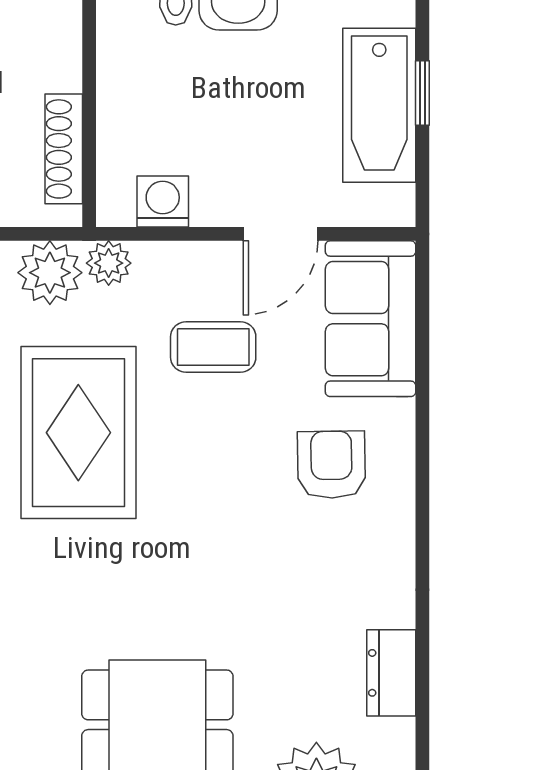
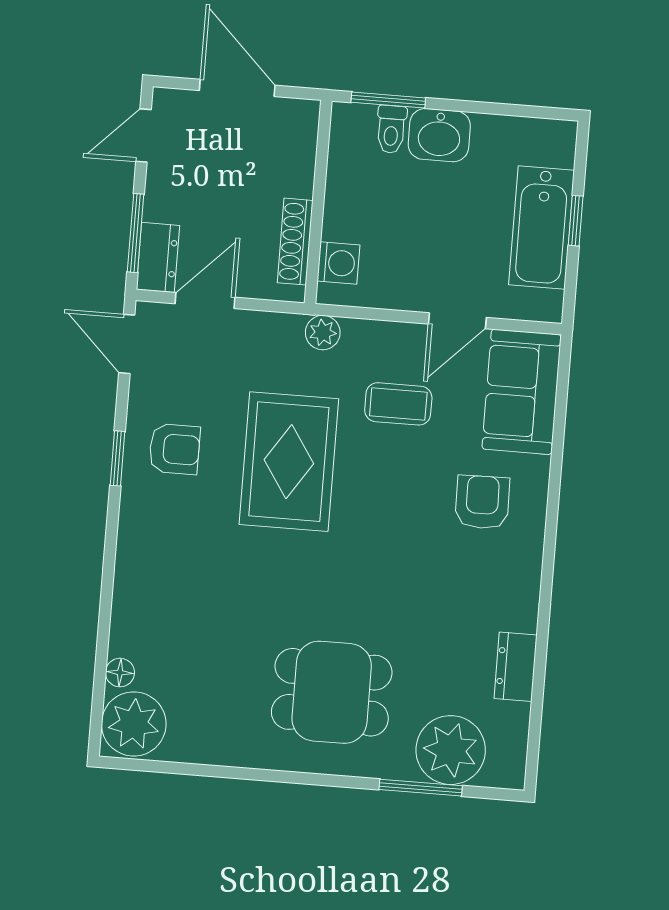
washing machine: (163, 202) -> (338, 263), moved, turned 90
plant: (50, 273) -> (277, 336), removed

